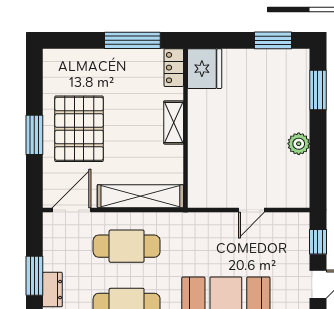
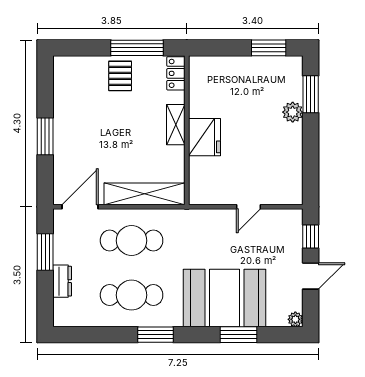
fridge: (205, 69) -> (205, 137), moved
pallet: (79, 129) -> (120, 76), moved, width x0.49, depth x0.50
plant: (299, 144) -> (293, 112), moved
window: (34, 276) -> (45, 252), moved

